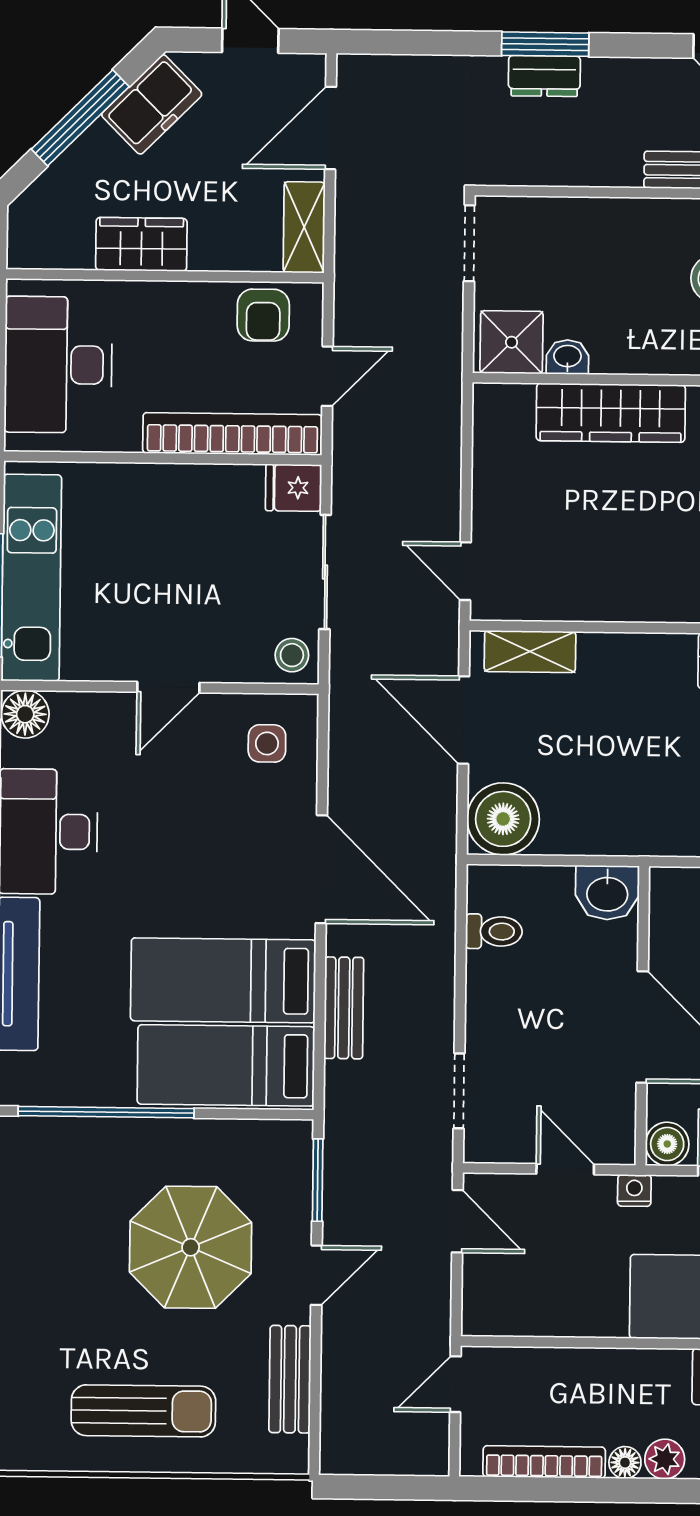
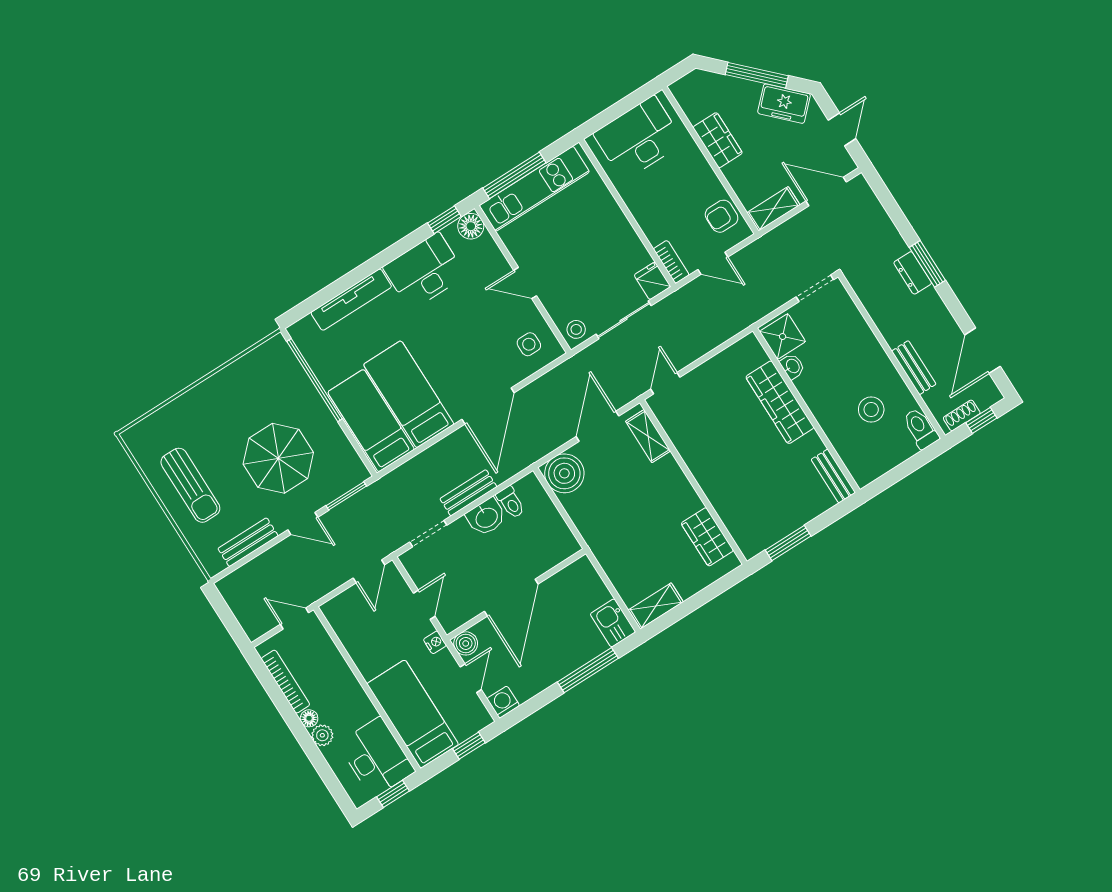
bookcase: (232, 434) -> (671, 262), width x0.43, depth x0.76
washbasin: (607, 893) -> (486, 517), moved, turned -90
bench: (344, 1008) -> (468, 493), moved

